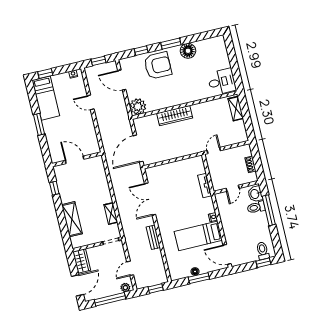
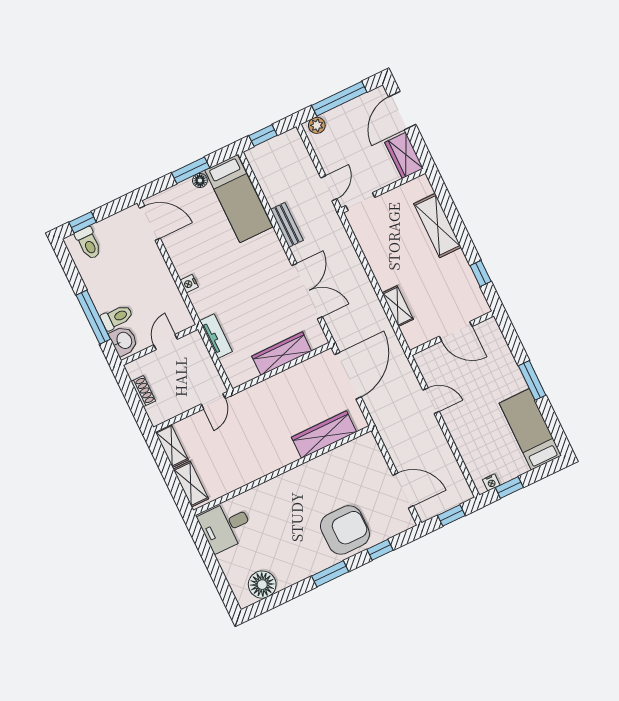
floor lamp: (188, 51) -> (262, 585), moved
armchair: (158, 66) -> (345, 530), turned 180
window: (45, 74) -> (509, 488), moved
door: (91, 102) -> (431, 401), moved
plant: (138, 107) -> (365, 450), removed
wardrobe: (175, 116) -> (324, 435), moved
shelving: (241, 131) -> (172, 446), added
wardrobe: (171, 168) -> (282, 354), added
shelving: (111, 213) -> (398, 306), moved
bed: (198, 236) -> (239, 199), moved, turned 90
door: (130, 268) -> (329, 188), moved

